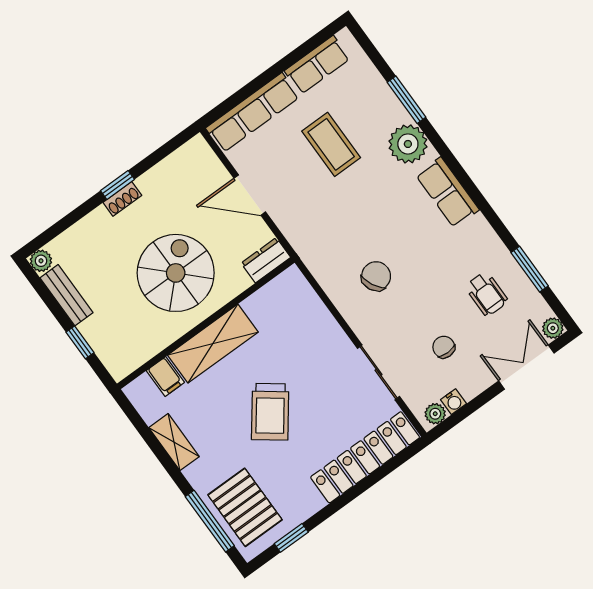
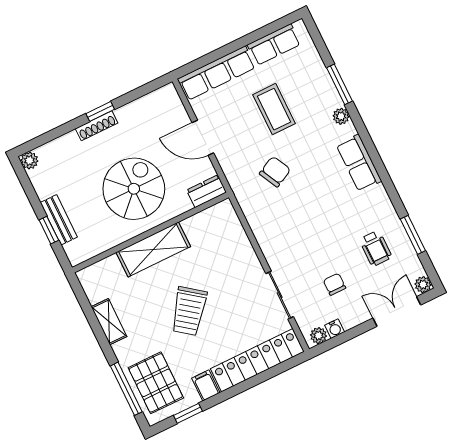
plant: (408, 144) -> (341, 116), width x0.53, depth x0.53
shoe rack: (122, 199) -> (97, 126), width x1.43
chair: (376, 276) -> (275, 172), moved
bench: (67, 295) -> (59, 220), moved
filing cabinet: (165, 376) -> (206, 385), moved, turned 180

